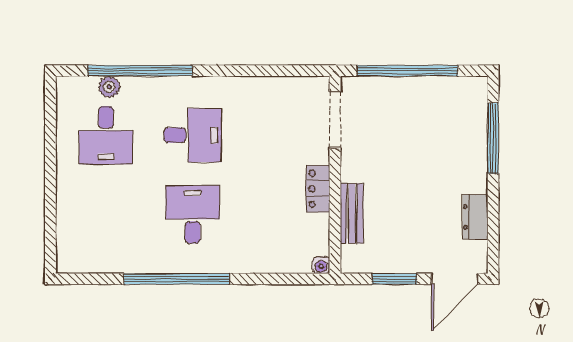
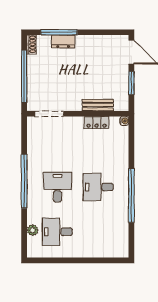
window: (140, 71) -> (24, 181), moved
shoe rack: (470, 85) -> (31, 44), added
desk: (106, 135) -> (57, 232), turned 180
locker: (318, 189) -> (96, 123), moved
dresser: (475, 217) -> (63, 41), moved

